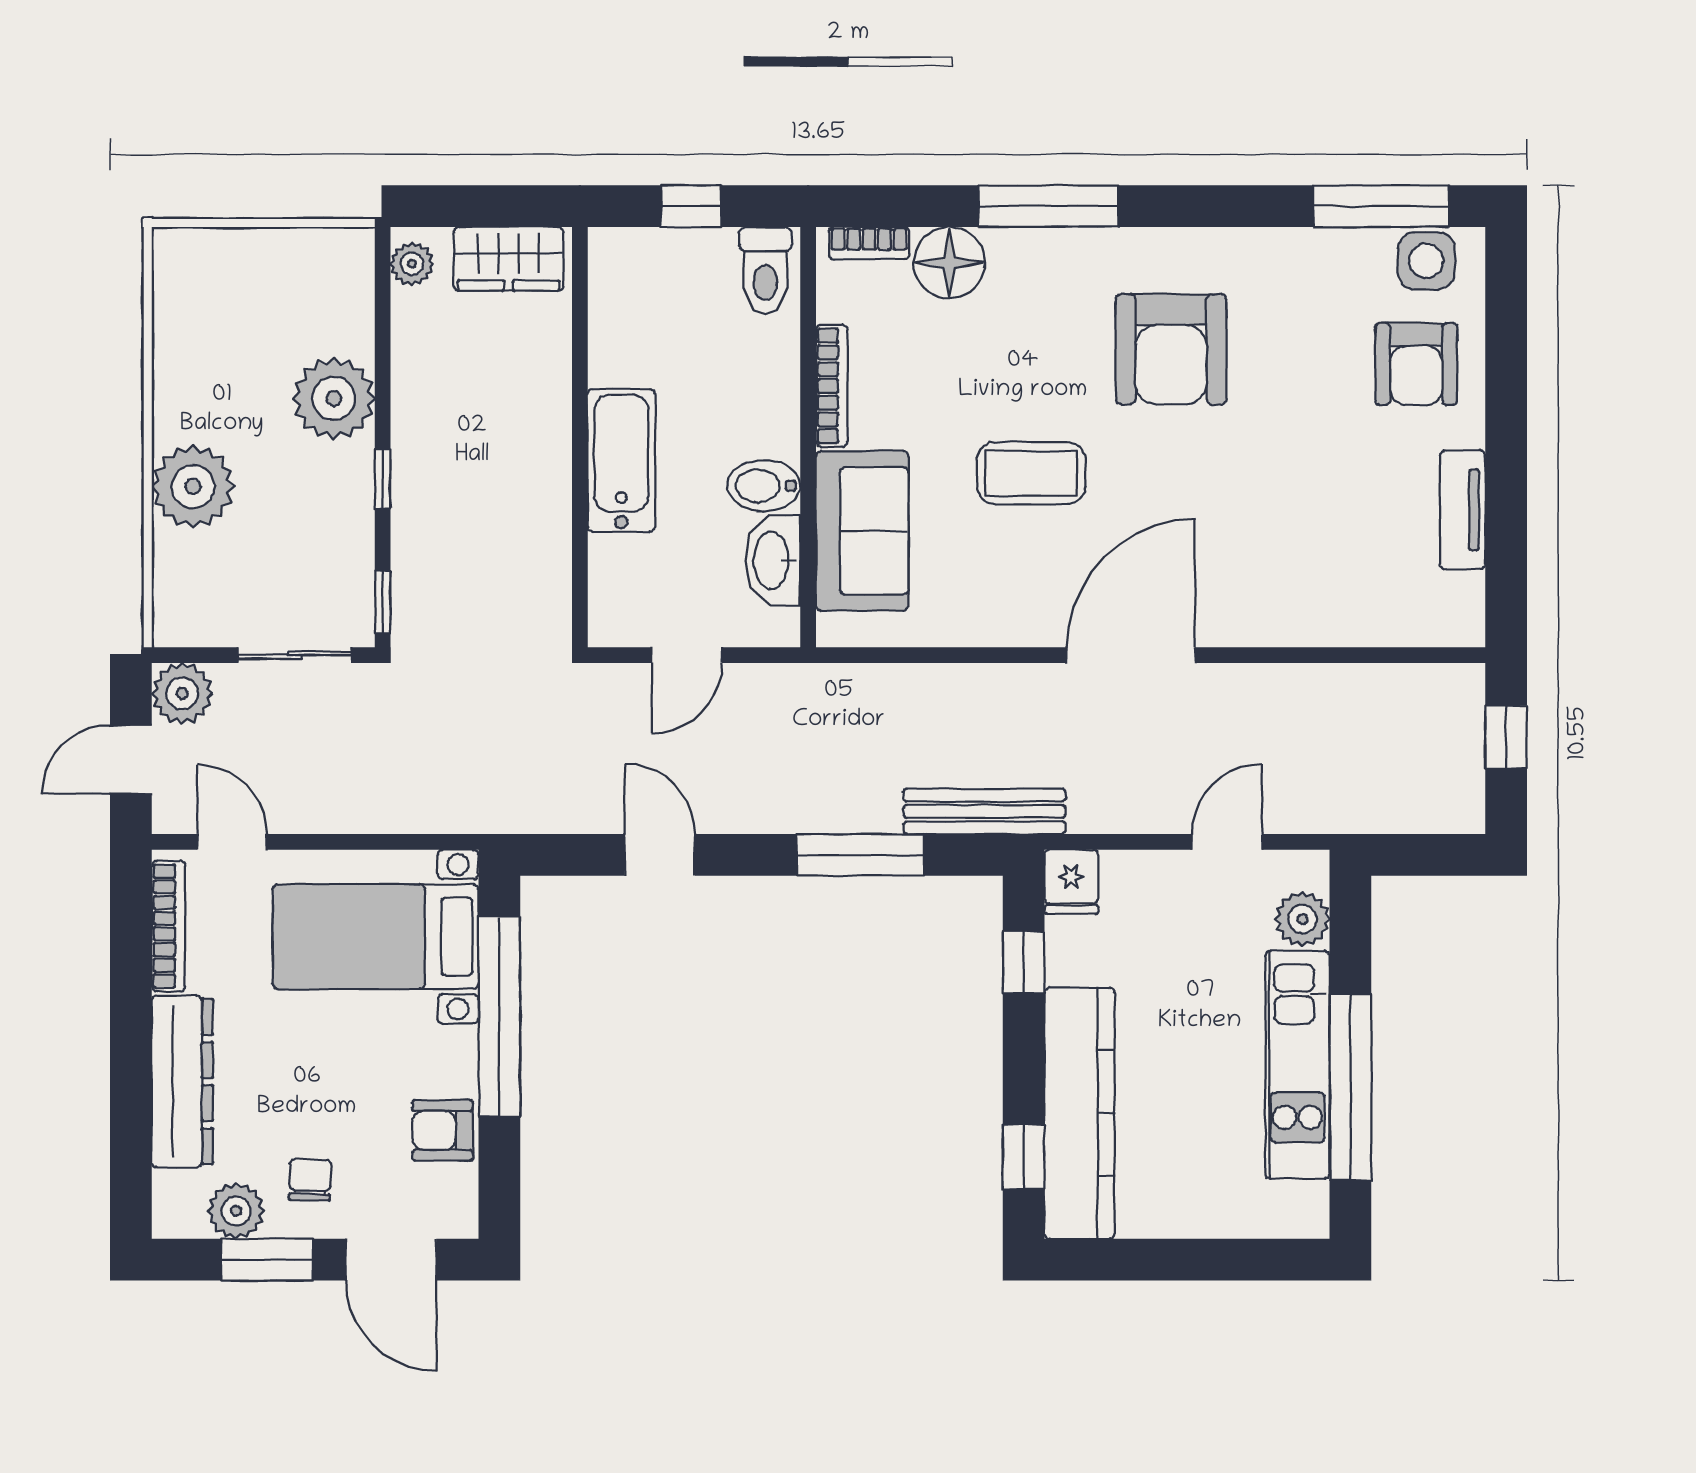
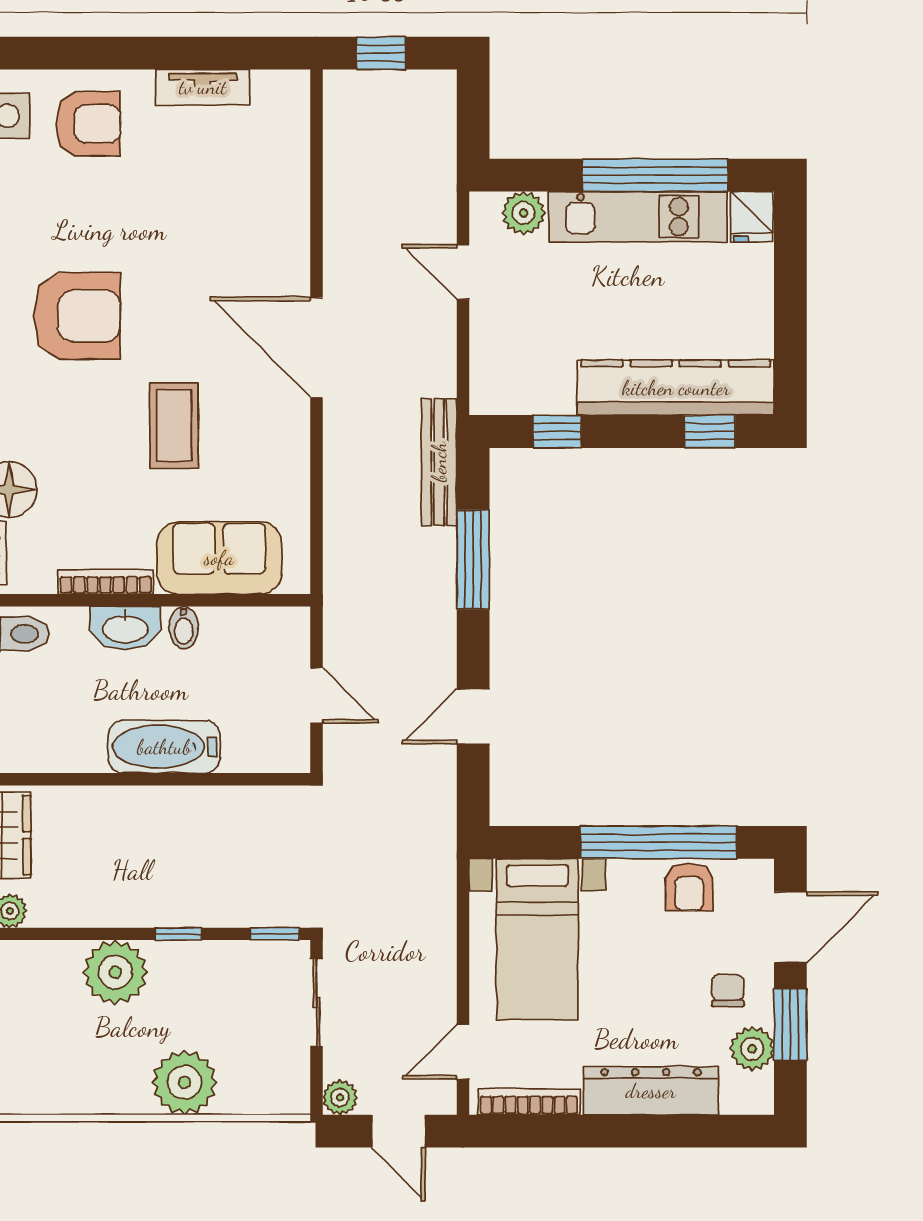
bidet: (764, 486) -> (184, 628), width x0.72, depth x0.74
washbasin: (773, 560) -> (125, 628), moved
plant: (182, 693) -> (340, 1097), width x0.73, depth x0.73
fridge: (1071, 882) -> (752, 217), moved, turned 90
window: (499, 1016) -> (659, 842), moved
chair: (310, 1180) -> (728, 991), turned 88

